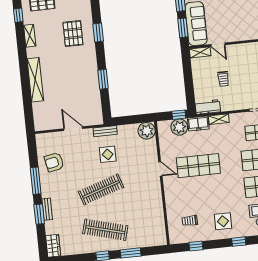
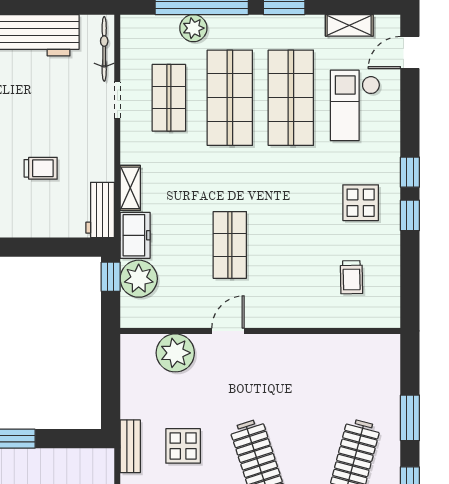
plant: (147, 131) -> (175, 353), moved
shop shelf: (198, 166) -> (230, 245), width x0.70, depth x0.74
window: (196, 246) -> (410, 215), moved

